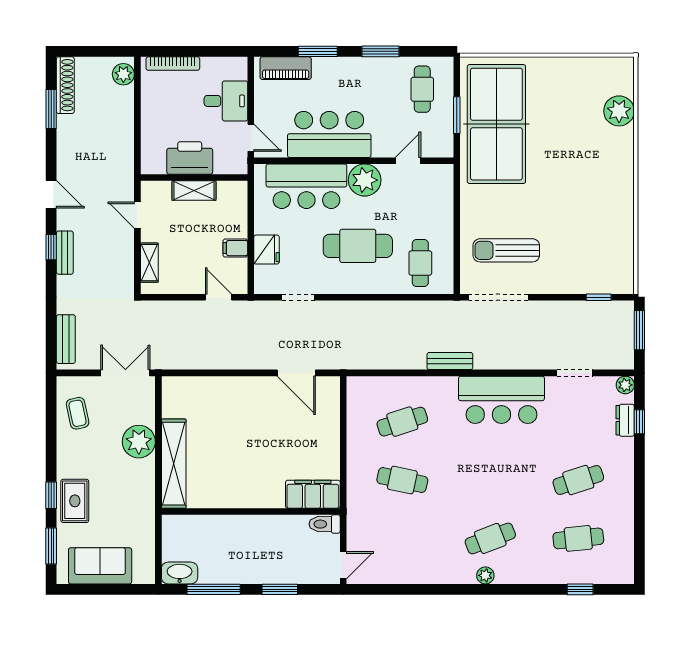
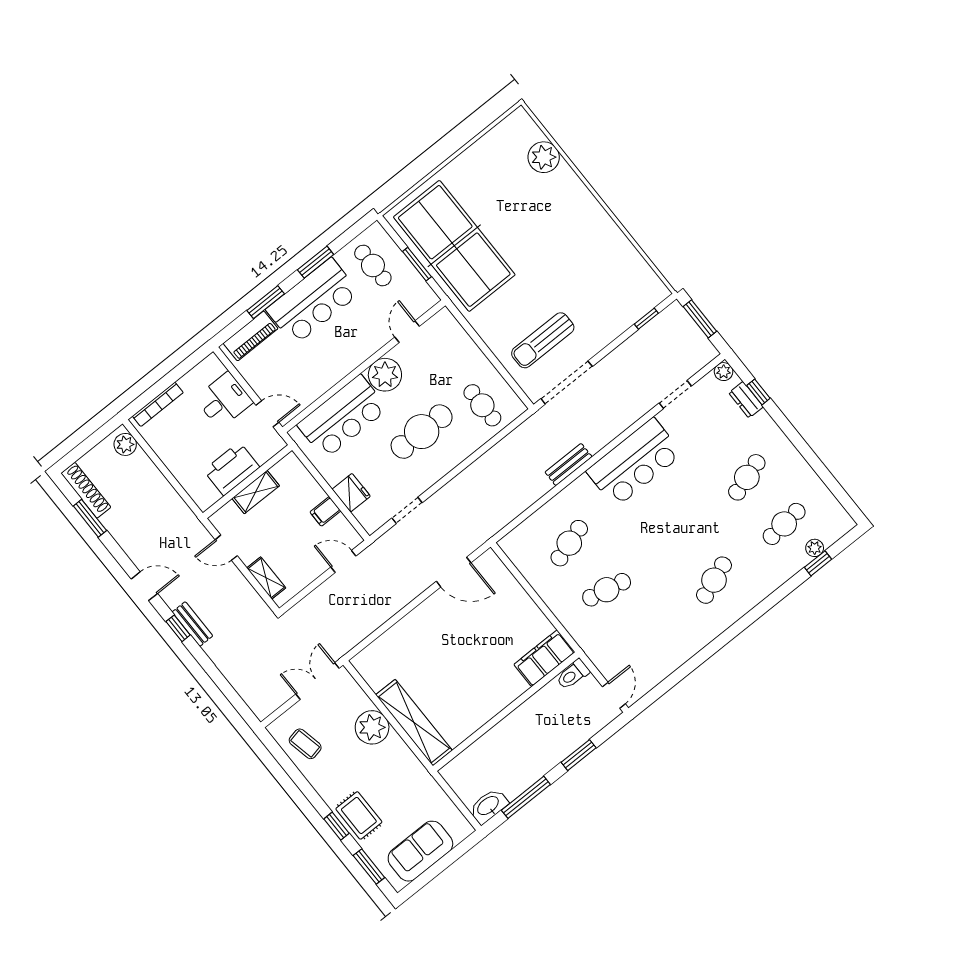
bar counter: (329, 134) -> (313, 301), moved, turned 180
bench: (66, 339) -> (248, 692), removed
plant: (485, 575) -> (815, 548), moved

